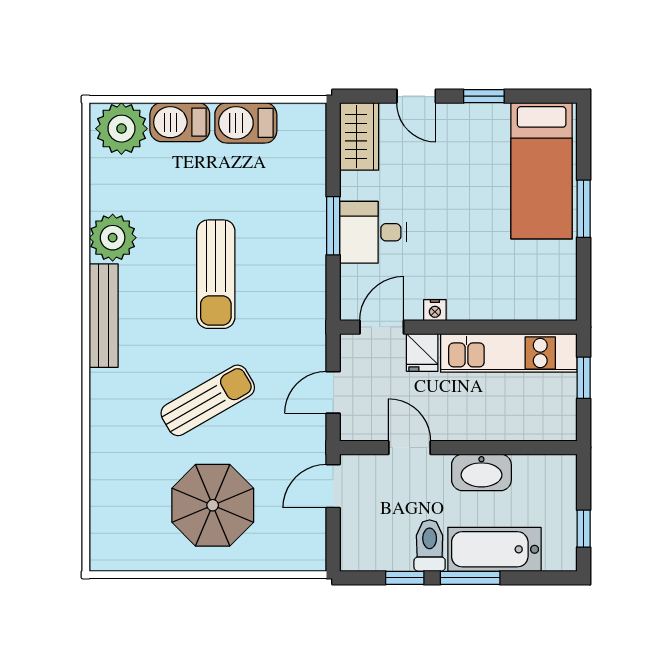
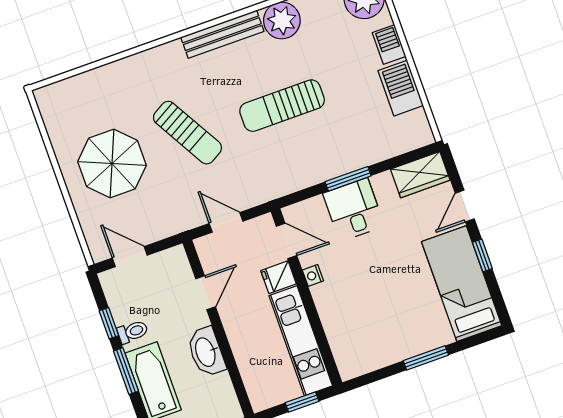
barbecue: (180, 122) -> (389, 44), width x0.73, depth x0.79
bed: (542, 171) -> (462, 284), moved, turned 90
door: (333, 486) -> (130, 257), moved
toilet: (430, 546) -> (133, 332), width x0.73, depth x0.72

